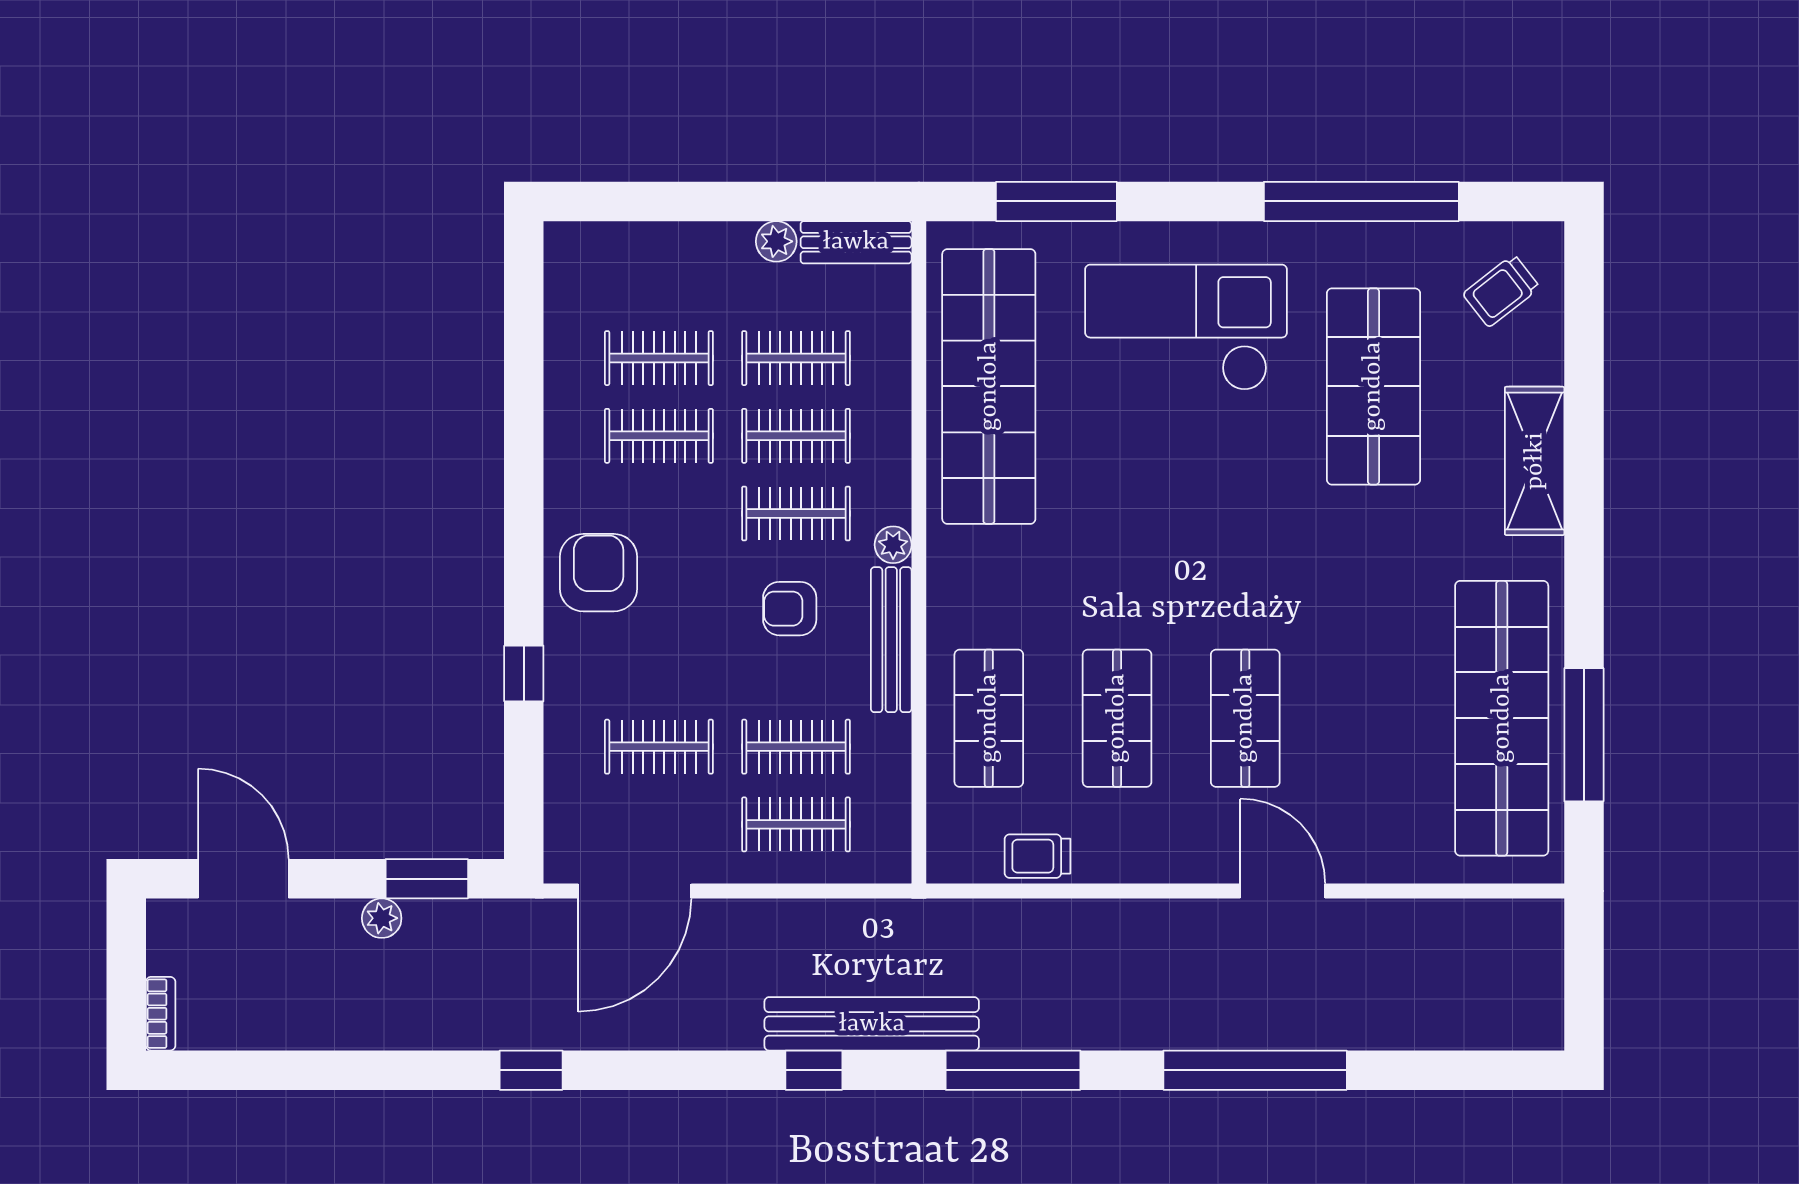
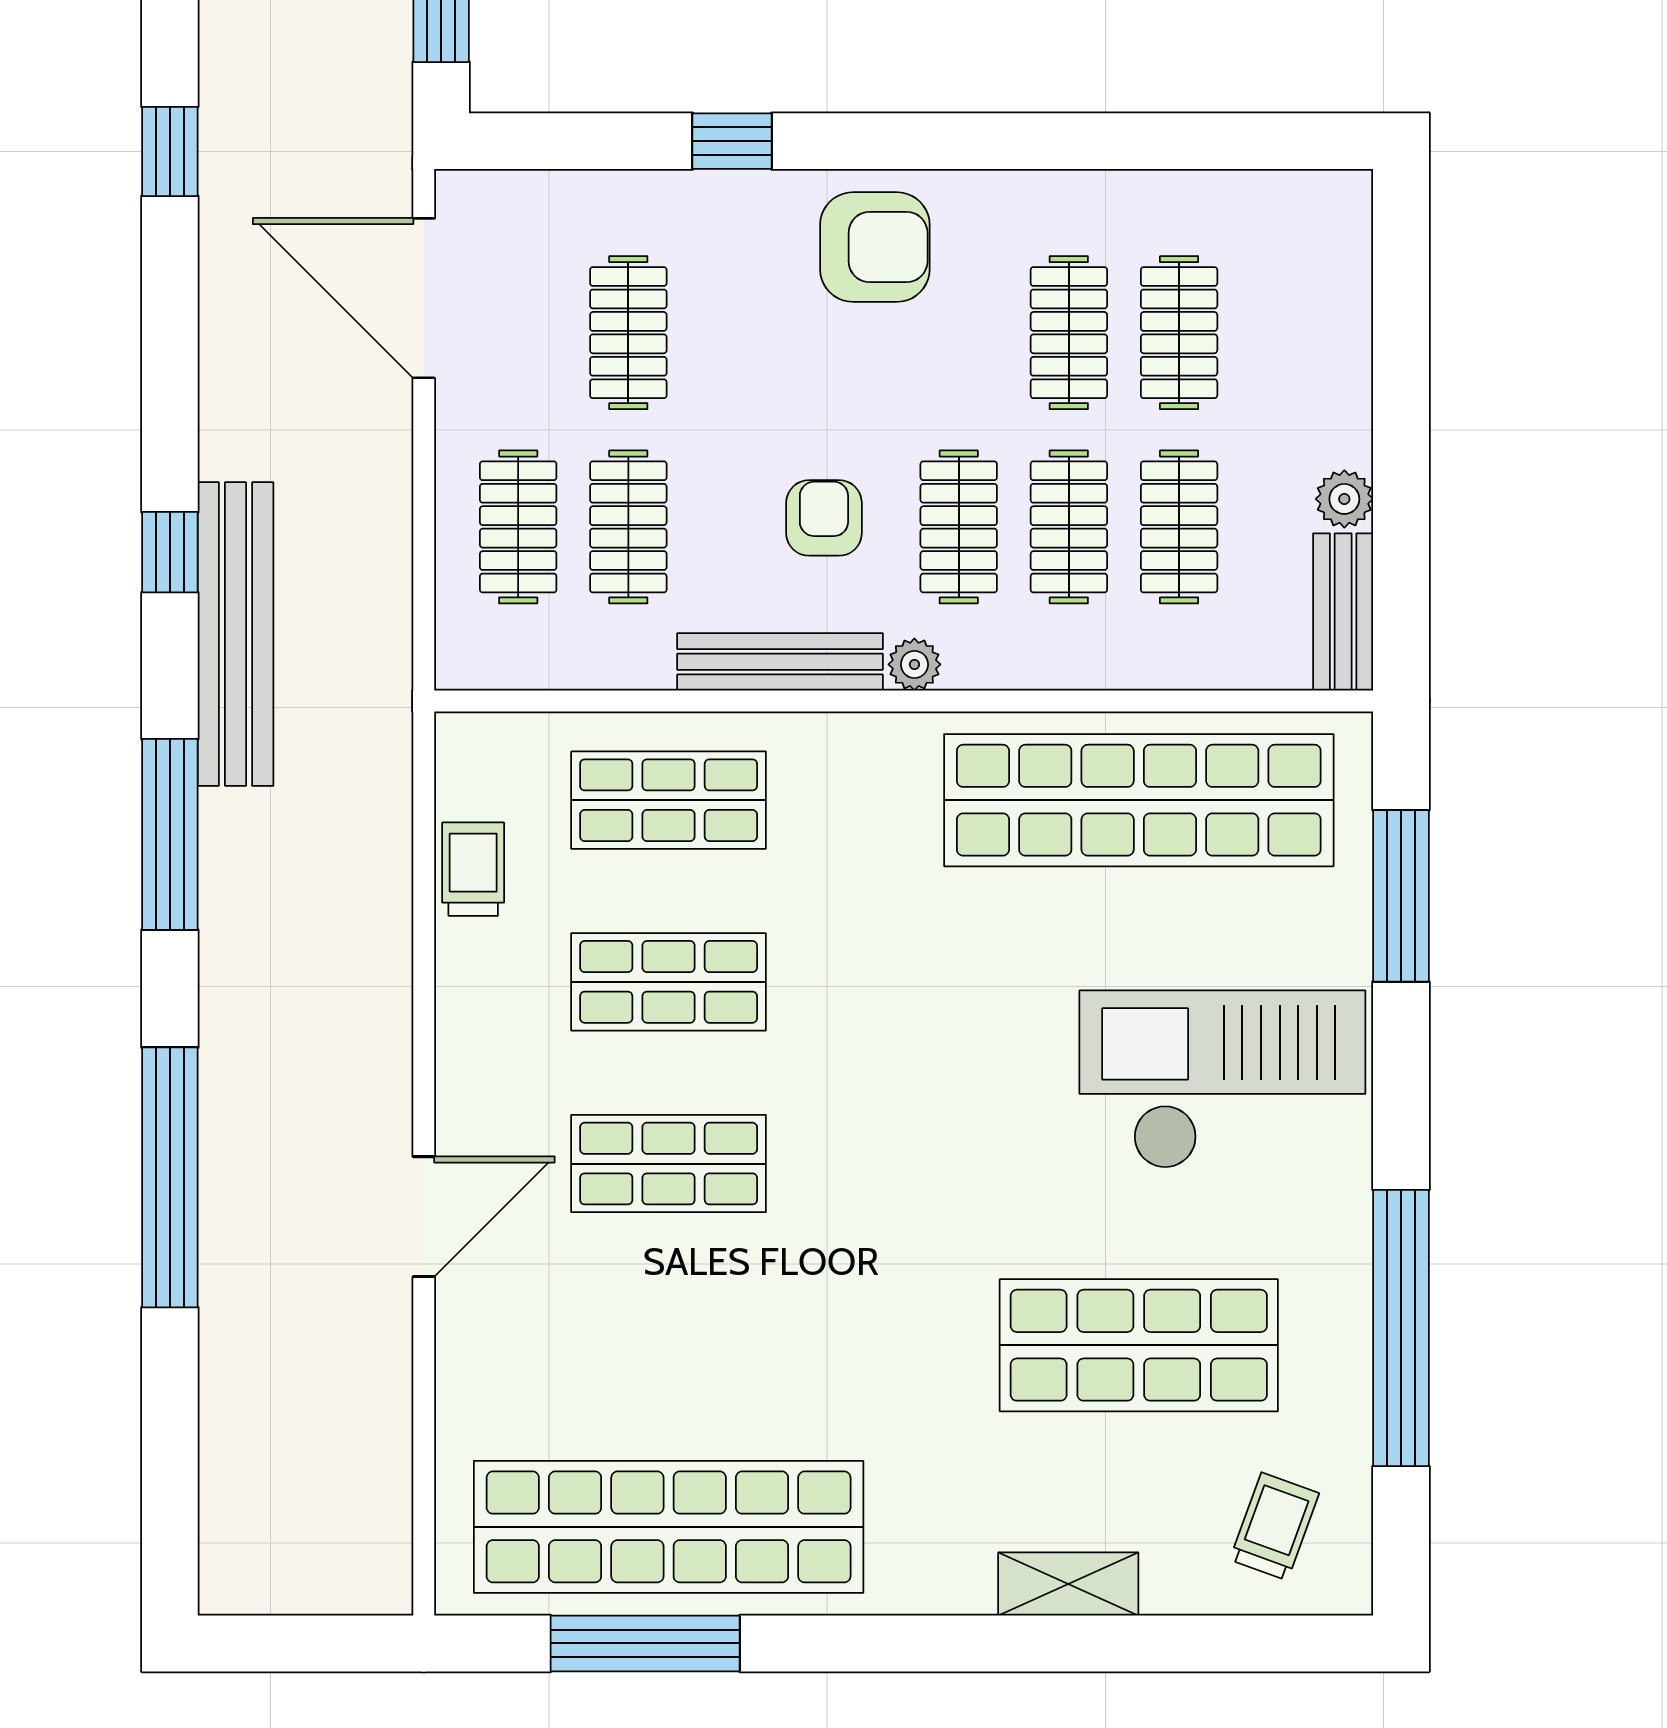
trolley: (1501, 291) -> (1274, 1526), turned 58
checkout: (1186, 327) -> (1222, 1080), turned -90
shelving: (1535, 461) -> (1068, 1584), width x0.67, depth x0.75

